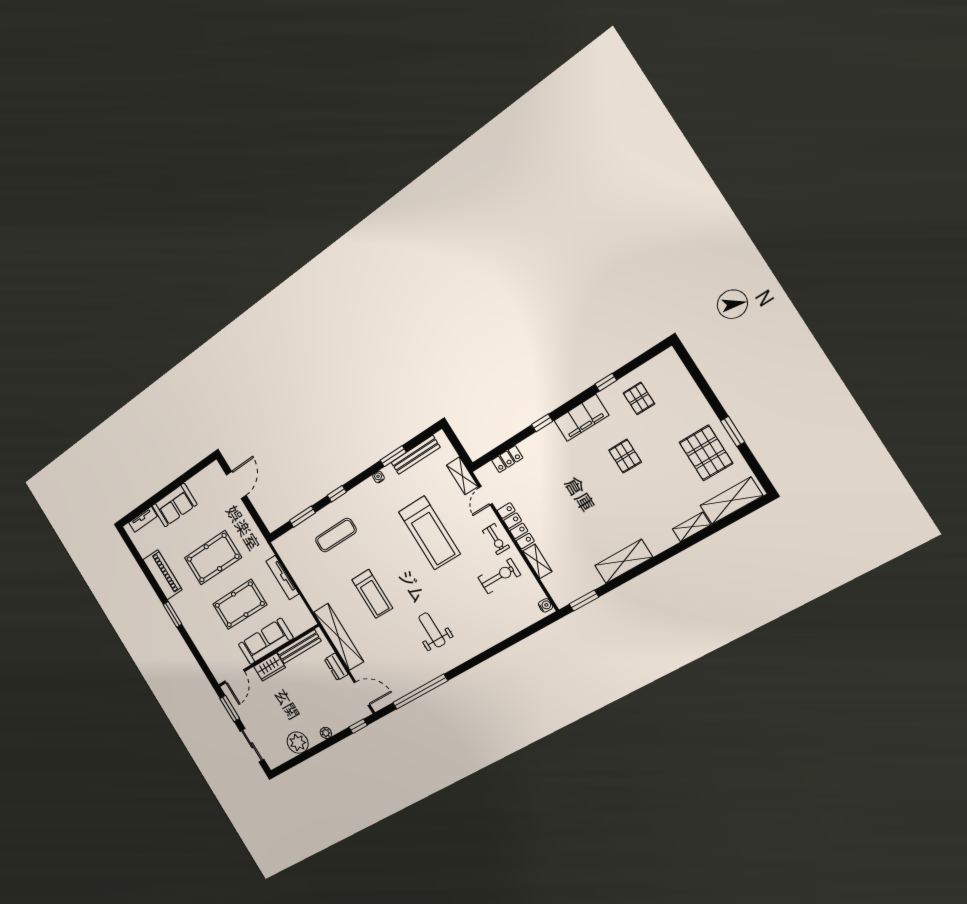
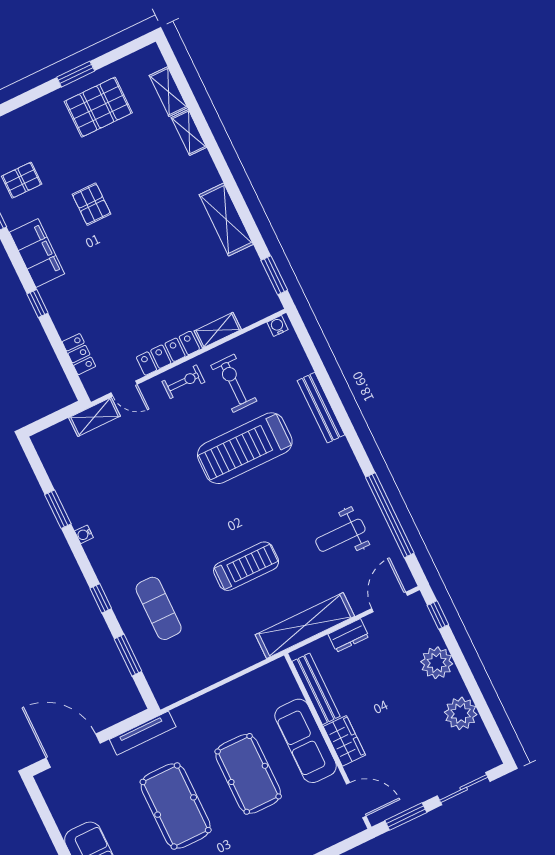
bench: (416, 455) -> (321, 408), moved
pallet: (625, 456) -> (92, 204), turned 90
door: (236, 485) -> (73, 751), width x1.36
shelving: (731, 501) -> (168, 92), width x0.67, depth x0.75
treadmill: (429, 533) -> (245, 448), moved, turned 180
tv unit: (282, 577) -> (143, 733), moved
weight bench: (432, 630) -> (340, 535), moved
plant: (326, 733) -> (437, 663), width x1.88, depth x1.88

